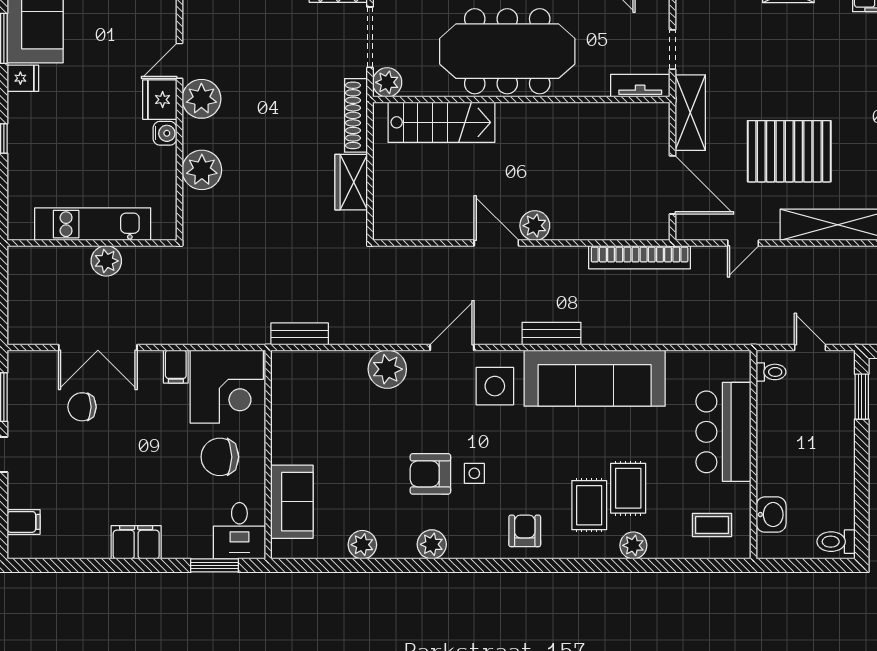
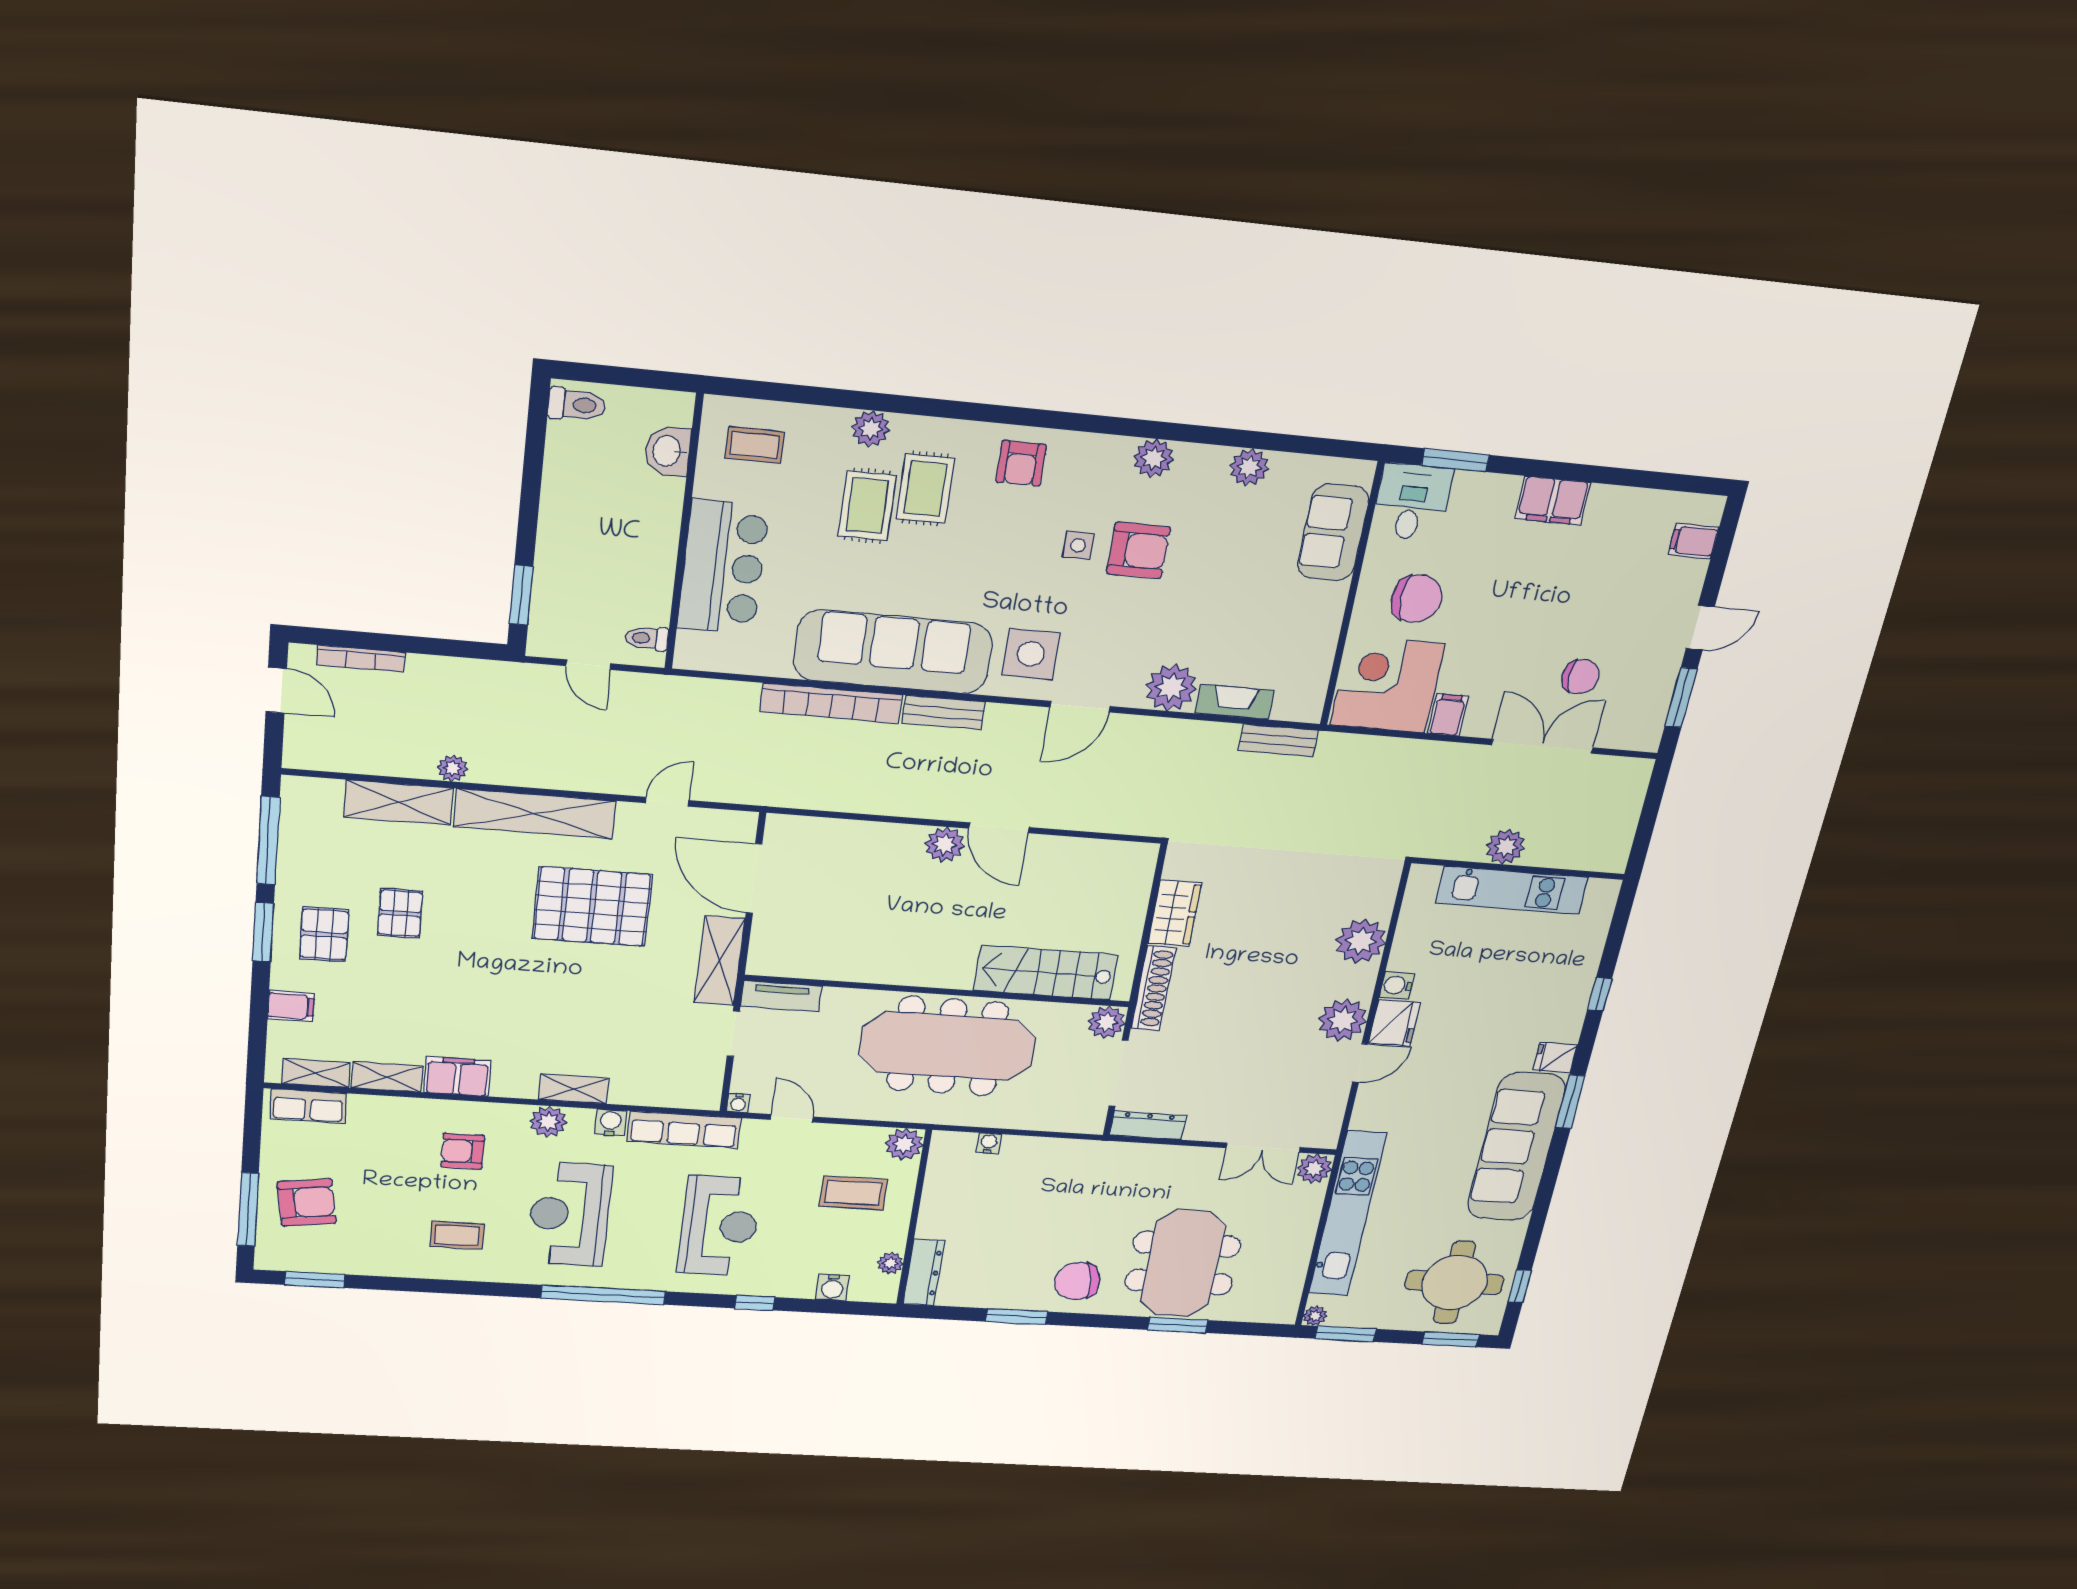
bookcase: (640, 257) -> (831, 703), moved, turned 180
fireplace: (338, 362) -> (1235, 702), added

